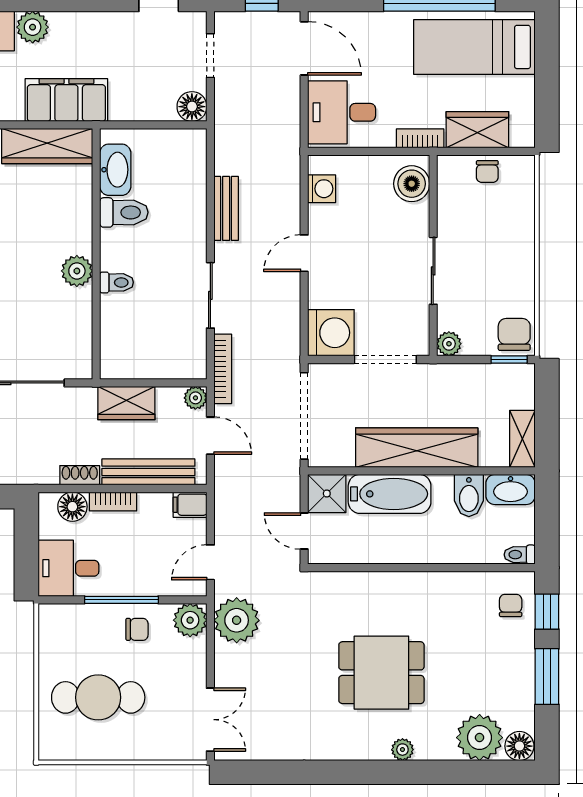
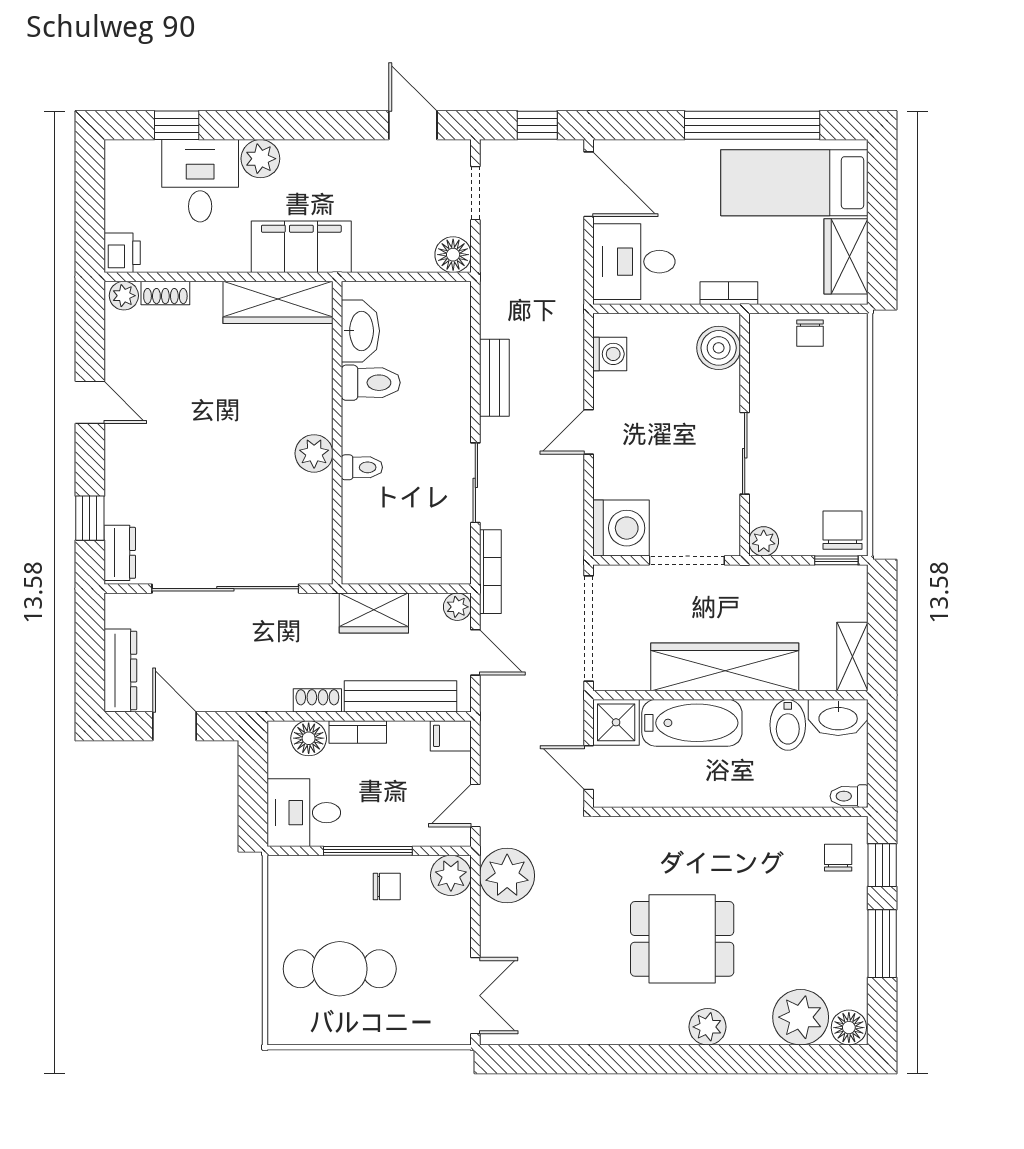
wardrobe: (477, 130) -> (846, 256), moved, turned -90
plant: (402, 750) -> (707, 1027), width x1.38, depth x1.38

